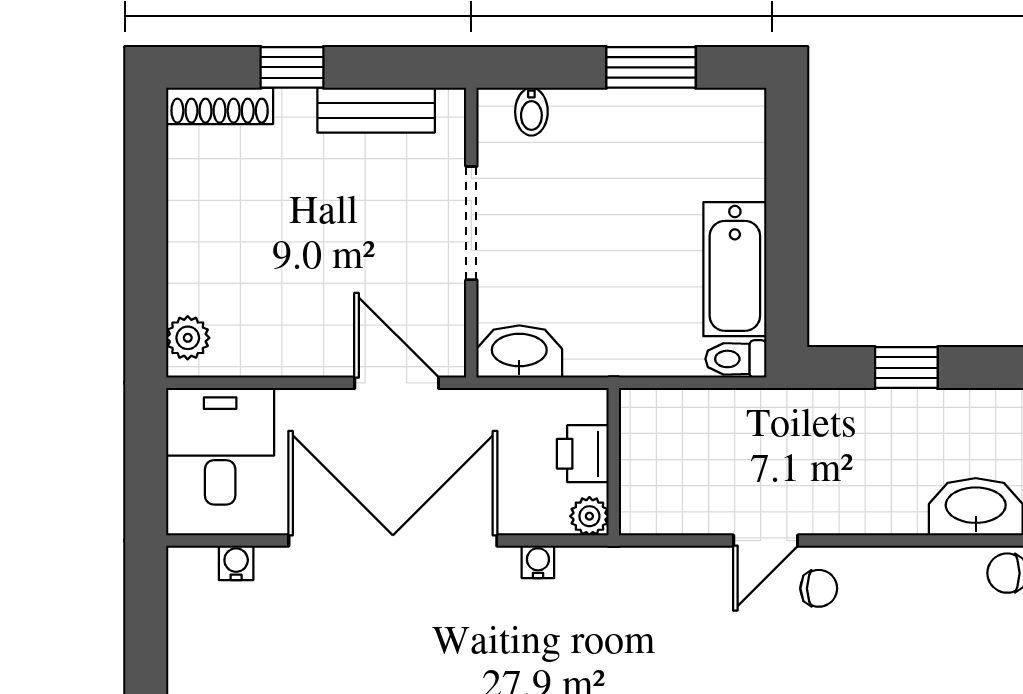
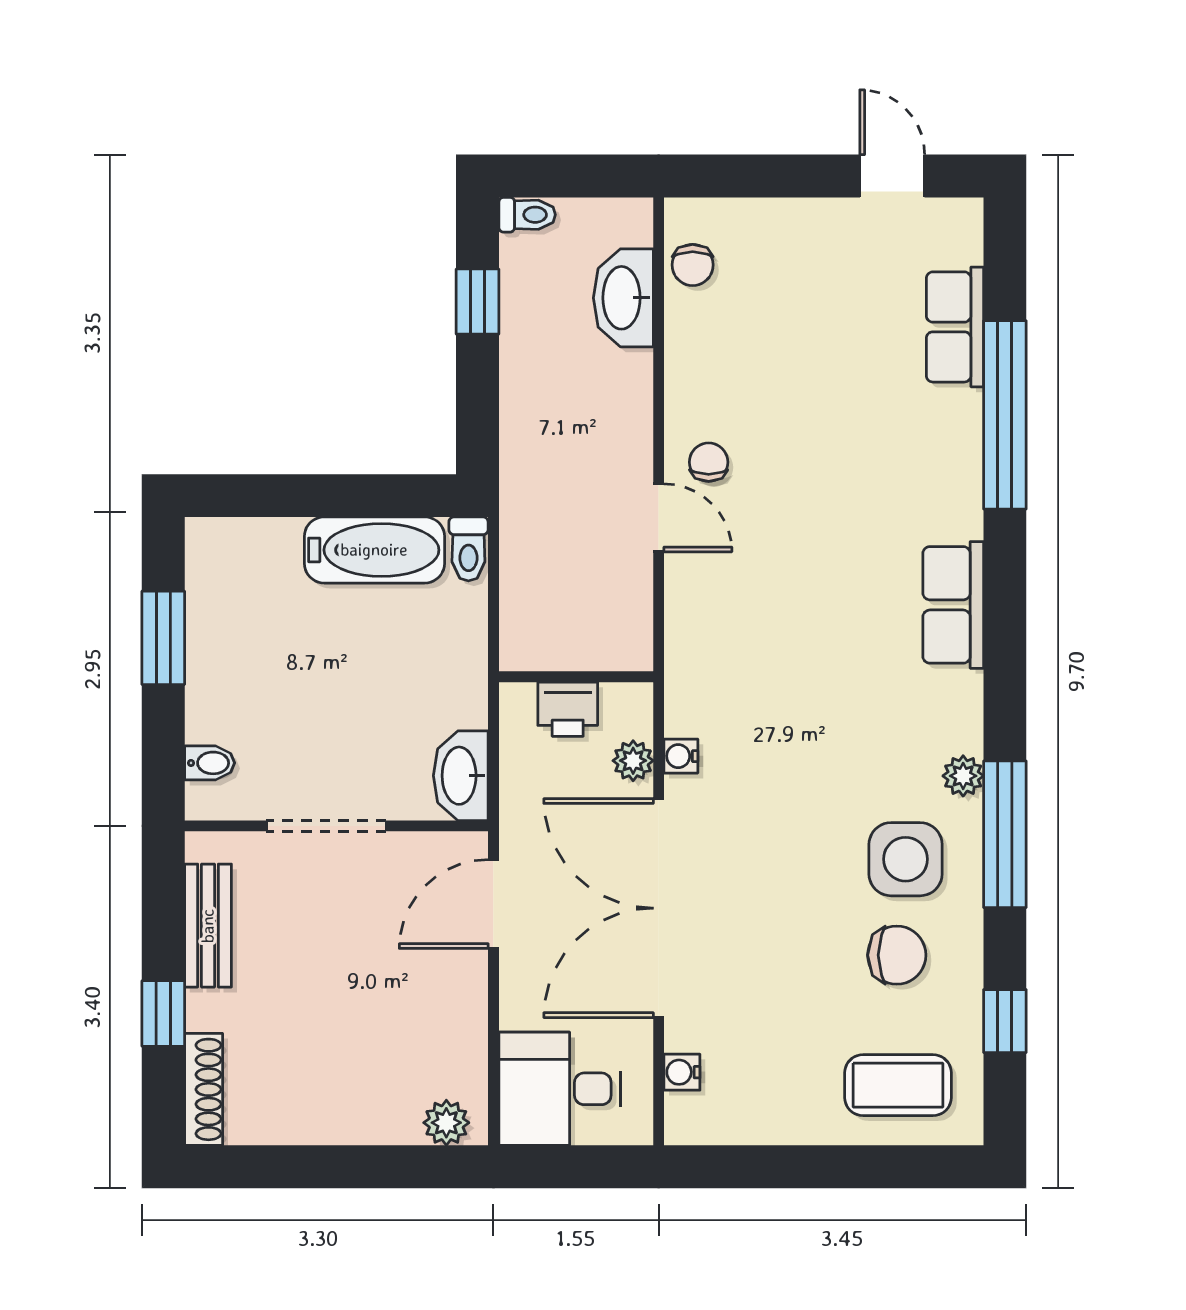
window: (906, 368) -> (477, 302), moved
plant: (589, 516) -> (633, 761), moved

